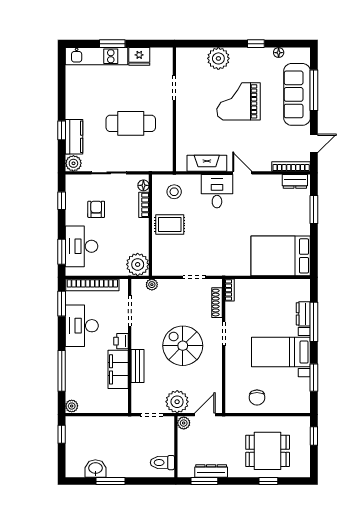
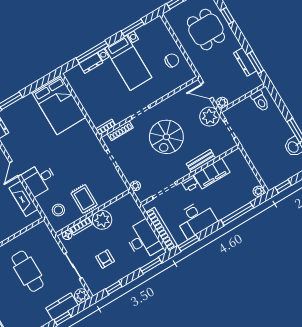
armchair: (96, 209) -> (105, 259), turned 90
desk: (82, 246) -> (143, 240), moved, turned -90
plant: (138, 264) -> (102, 220), moved

